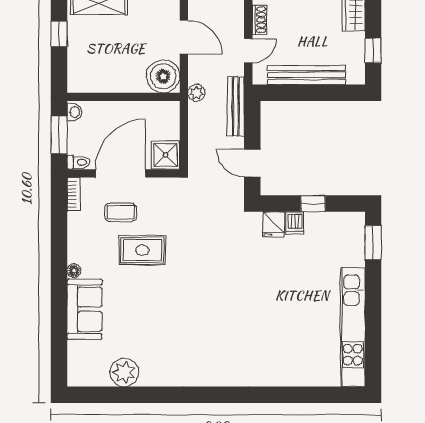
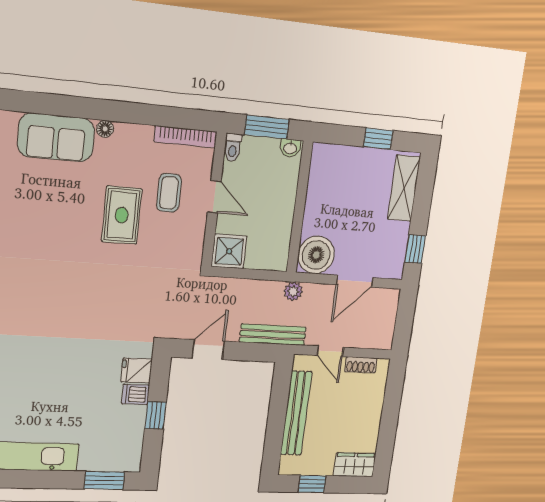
door: (121, 173) -> (214, 197), width x0.53
bookcase: (74, 194) -> (185, 137), width x1.56

